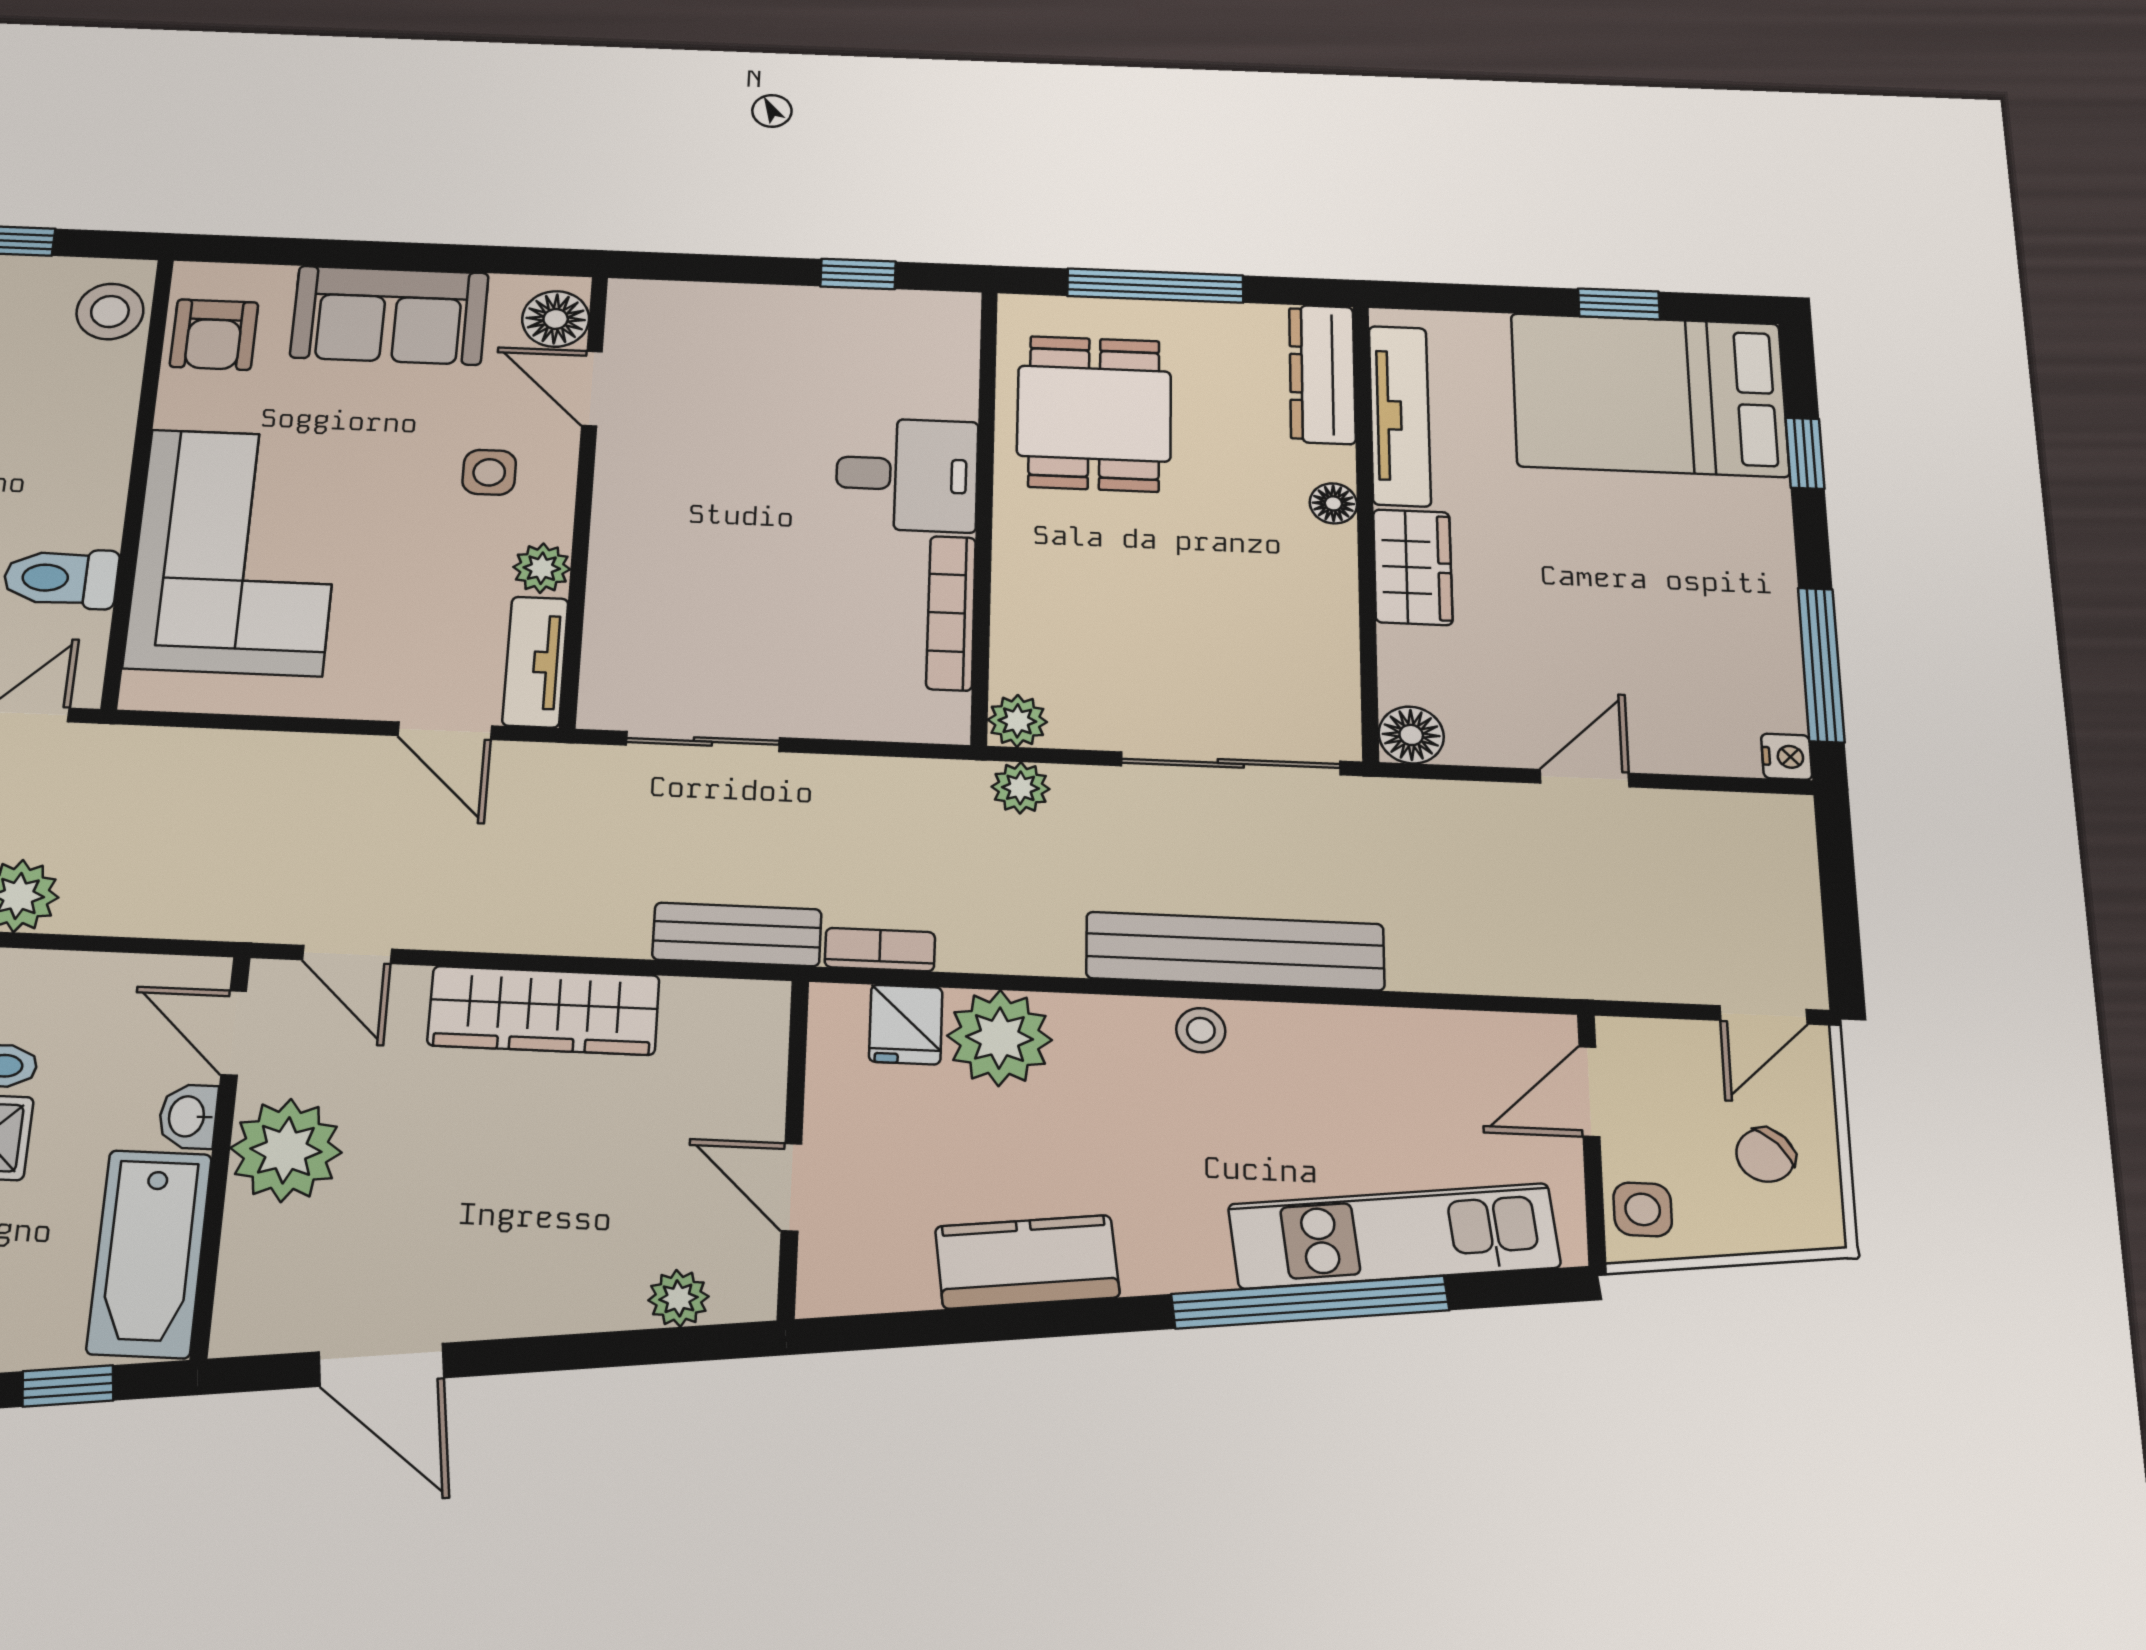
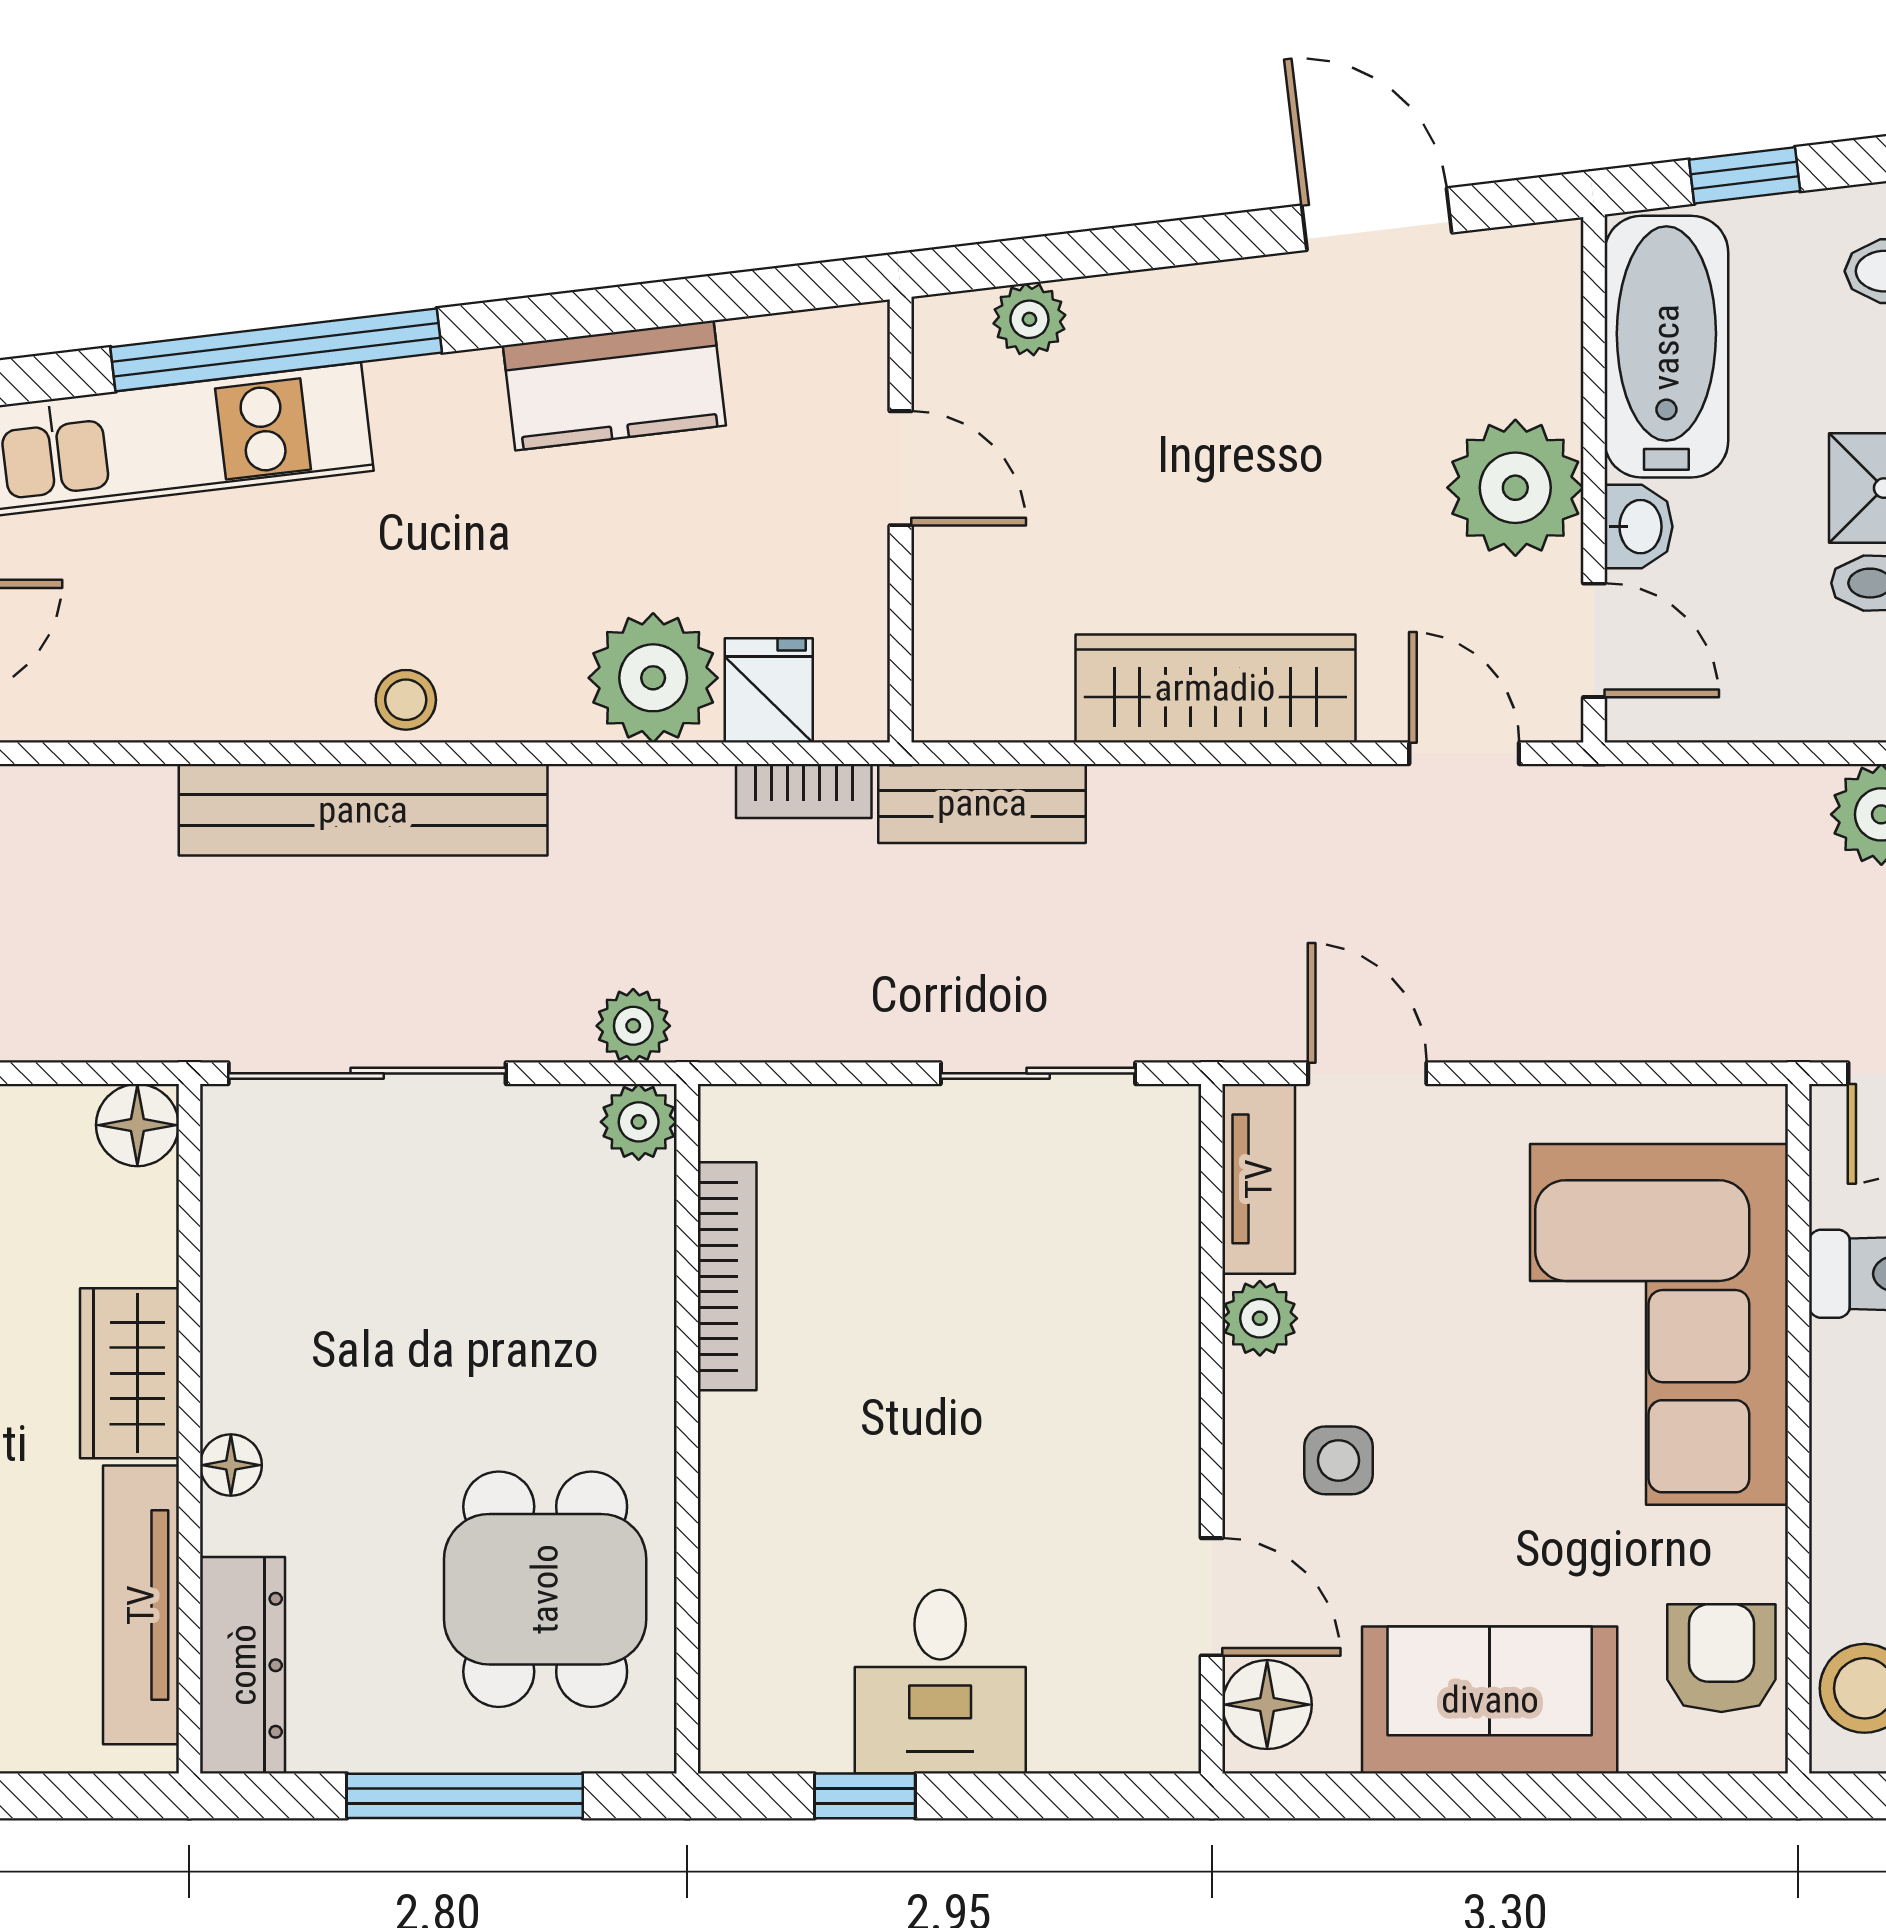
desk: (907, 475) -> (940, 1682), moved, turned -90

